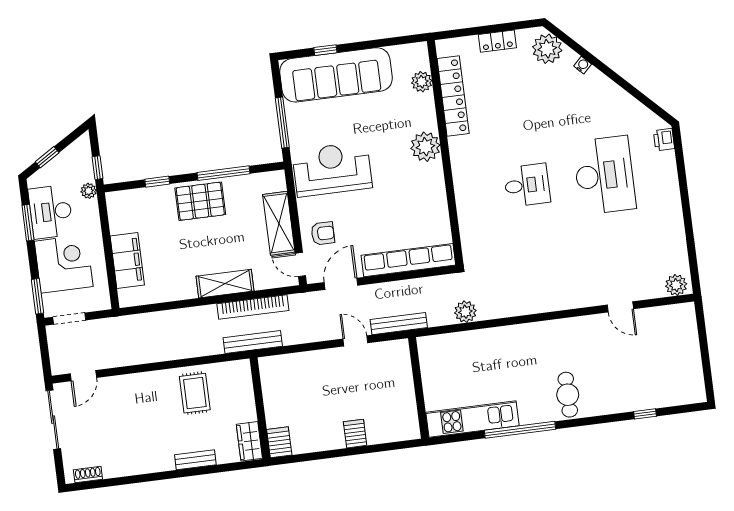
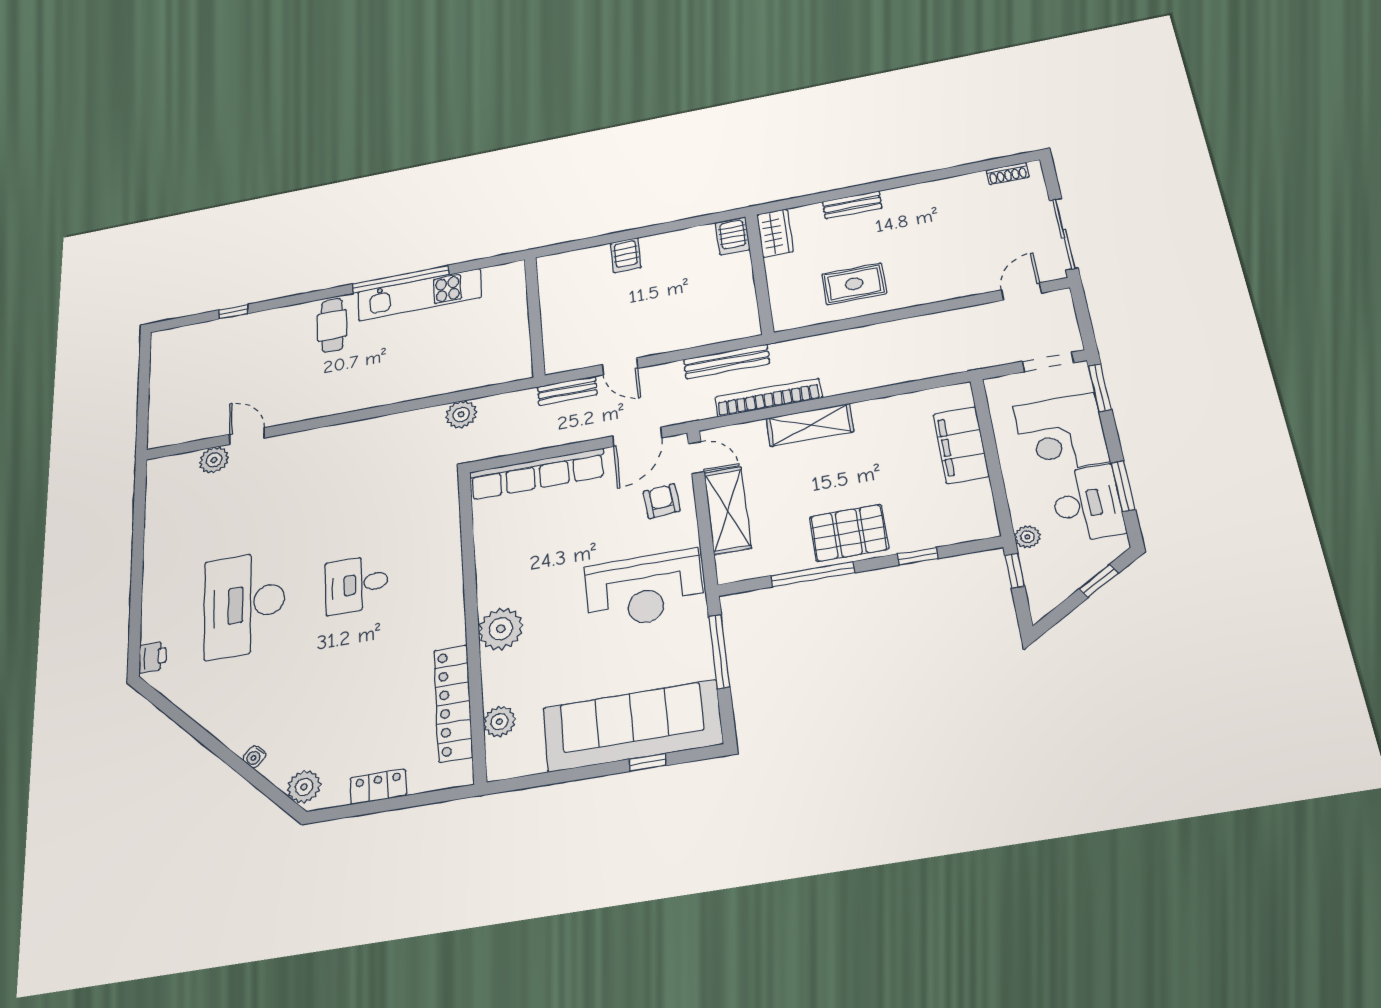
plant: (547, 49) -> (304, 787), width x0.73, depth x0.73
armchair: (323, 233) -> (662, 501), turned 85
plant: (676, 285) -> (214, 460), moved
bench: (399, 324) -> (567, 391), width x0.73
bench: (253, 342) -> (727, 361), moved
rug: (195, 393) -> (854, 284), turned 90
kitchen unit: (473, 419) -> (419, 295), moved

